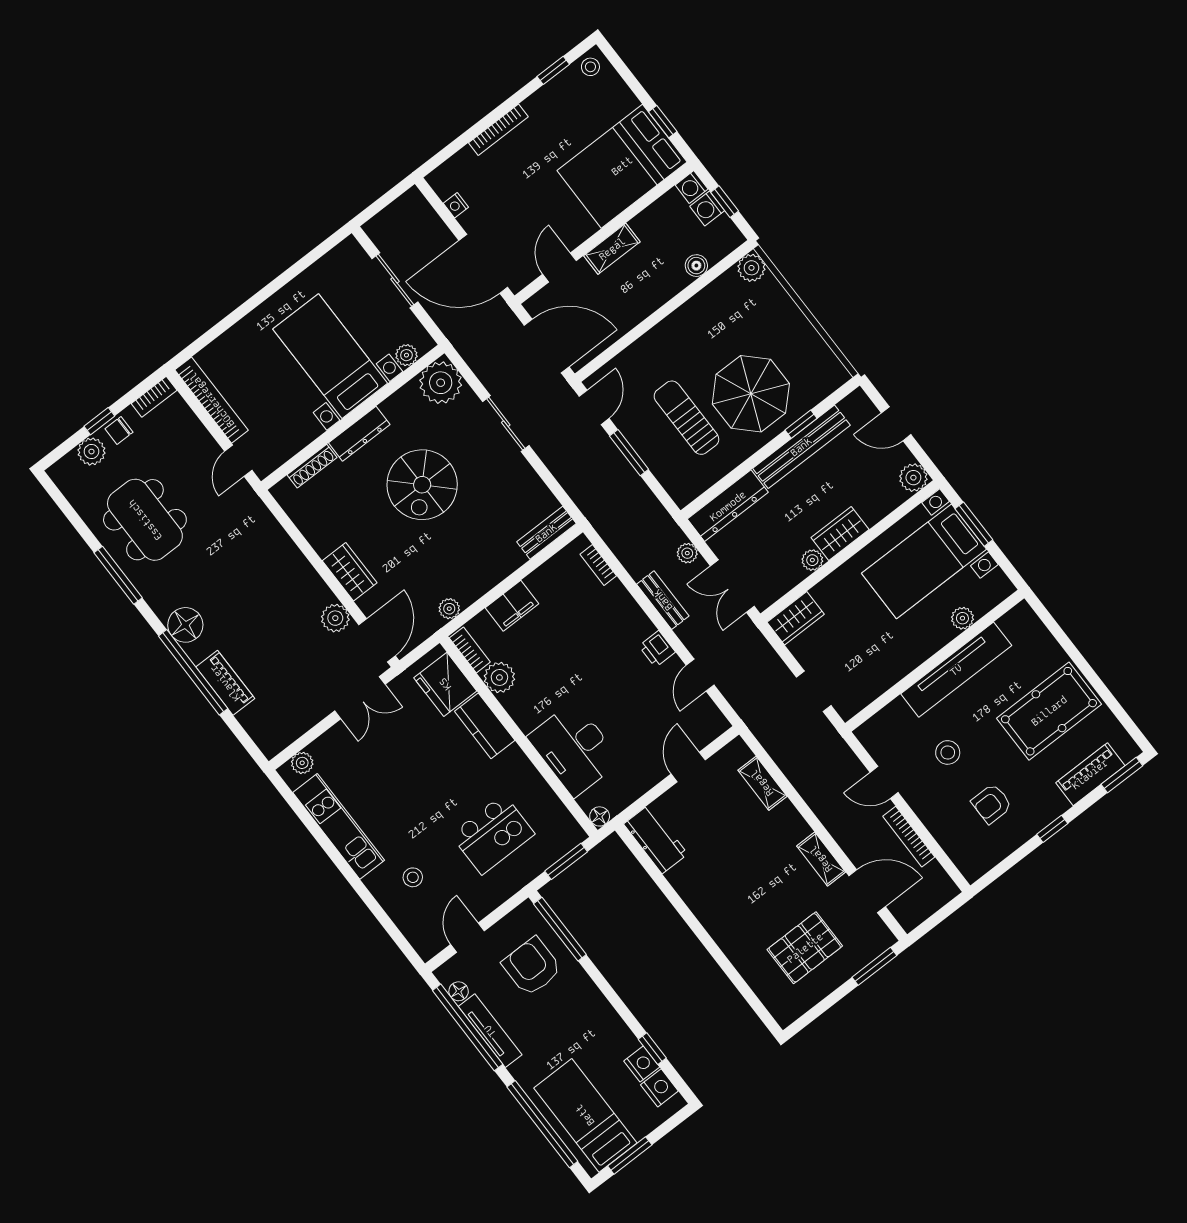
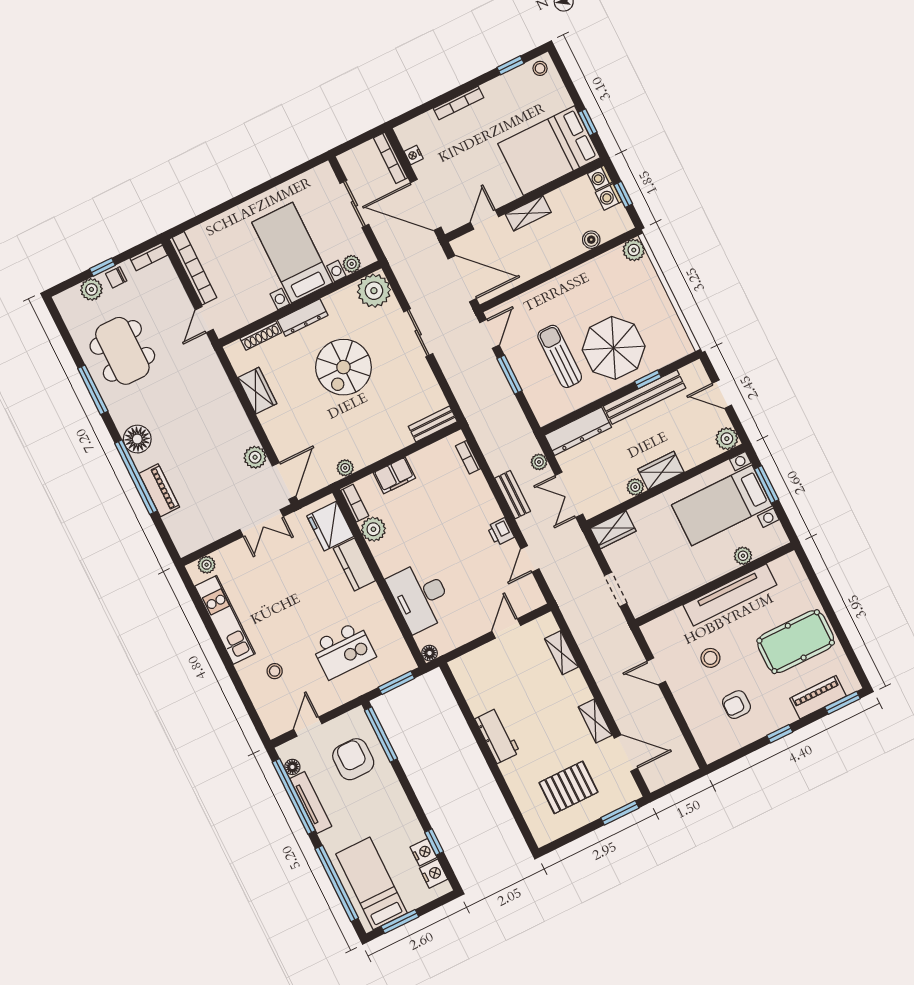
wardrobe: (350, 572) -> (257, 391), moved
bookcase: (909, 837) -> (390, 158), moved
workbench: (656, 839) -> (497, 736), moved

